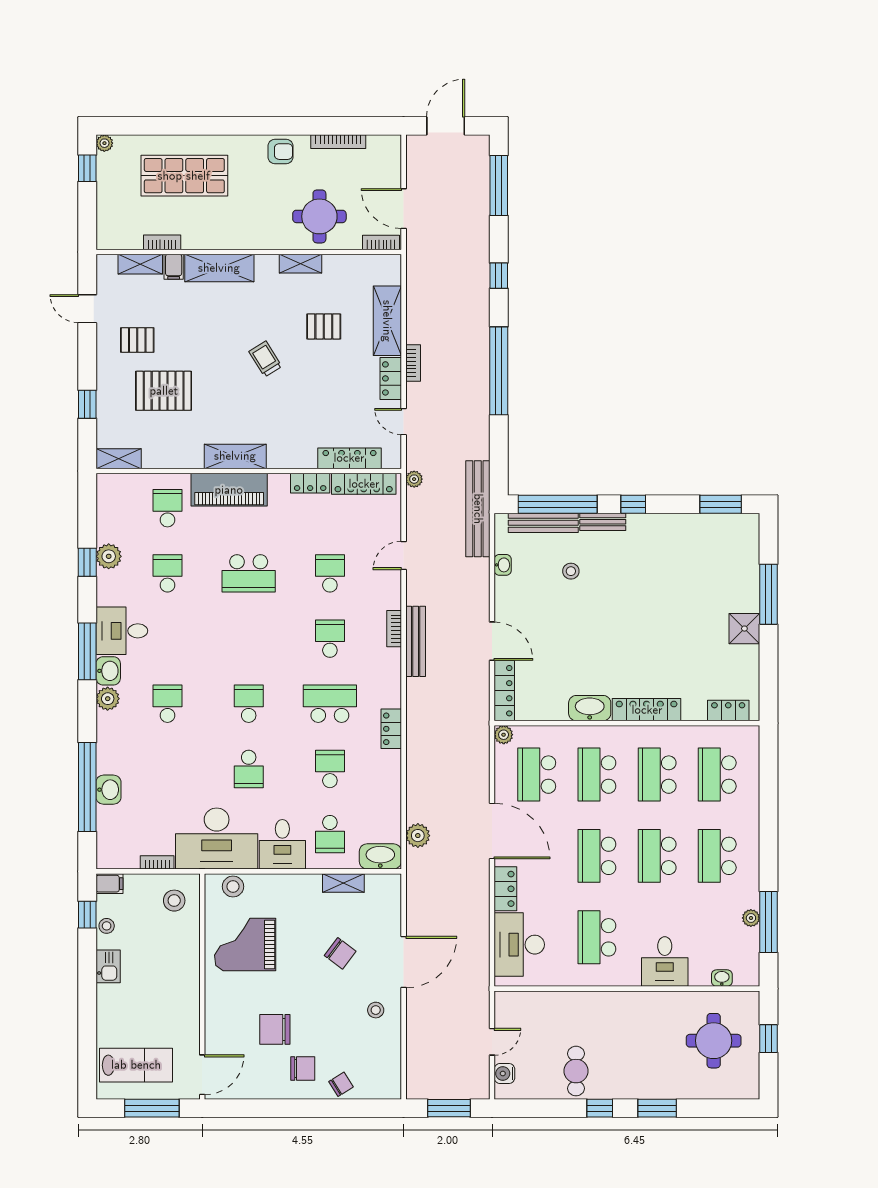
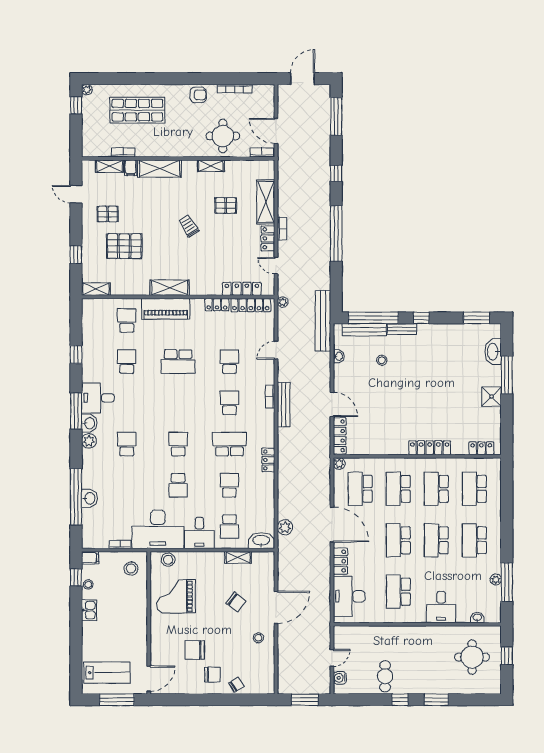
plant: (109, 556) -> (90, 351), removed
washbasin: (590, 708) -> (493, 352), moved, turned -90

